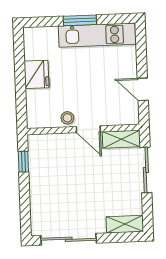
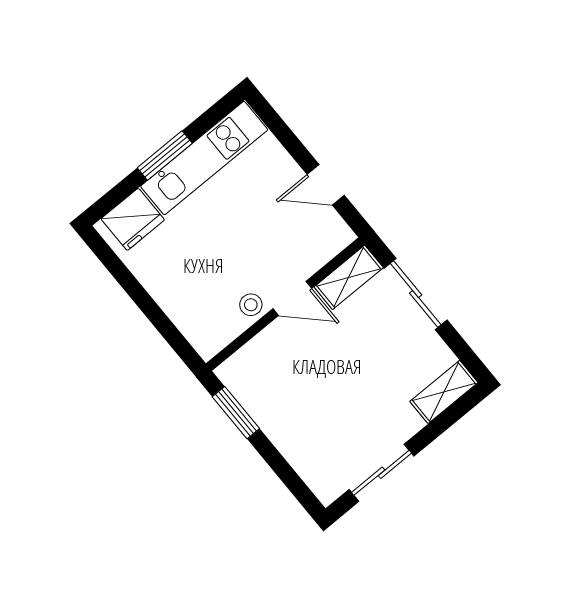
fridge: (37, 74) -> (133, 219), moved, turned 90
window: (23, 162) -> (236, 413), width x1.50
sliding door: (69, 239) -> (382, 473), width x0.73

